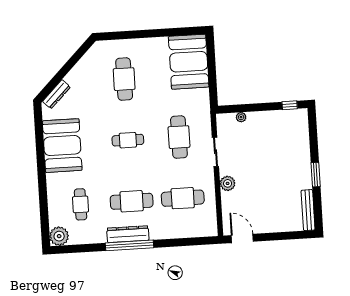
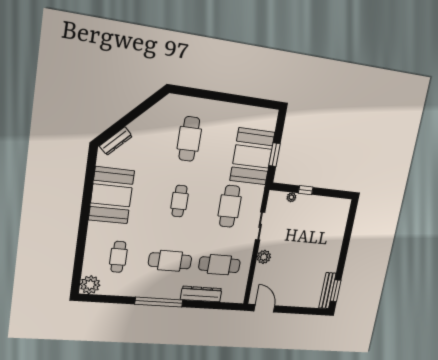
booth: (189, 62) -> (252, 156), moved
window: (212, 78) -> (275, 155), added
window: (290, 105) -> (306, 190), moved
cafe table: (128, 140) -> (179, 201), turned 90
window: (316, 175) -> (336, 291), moved
dresser: (128, 234) -> (201, 294), moved

